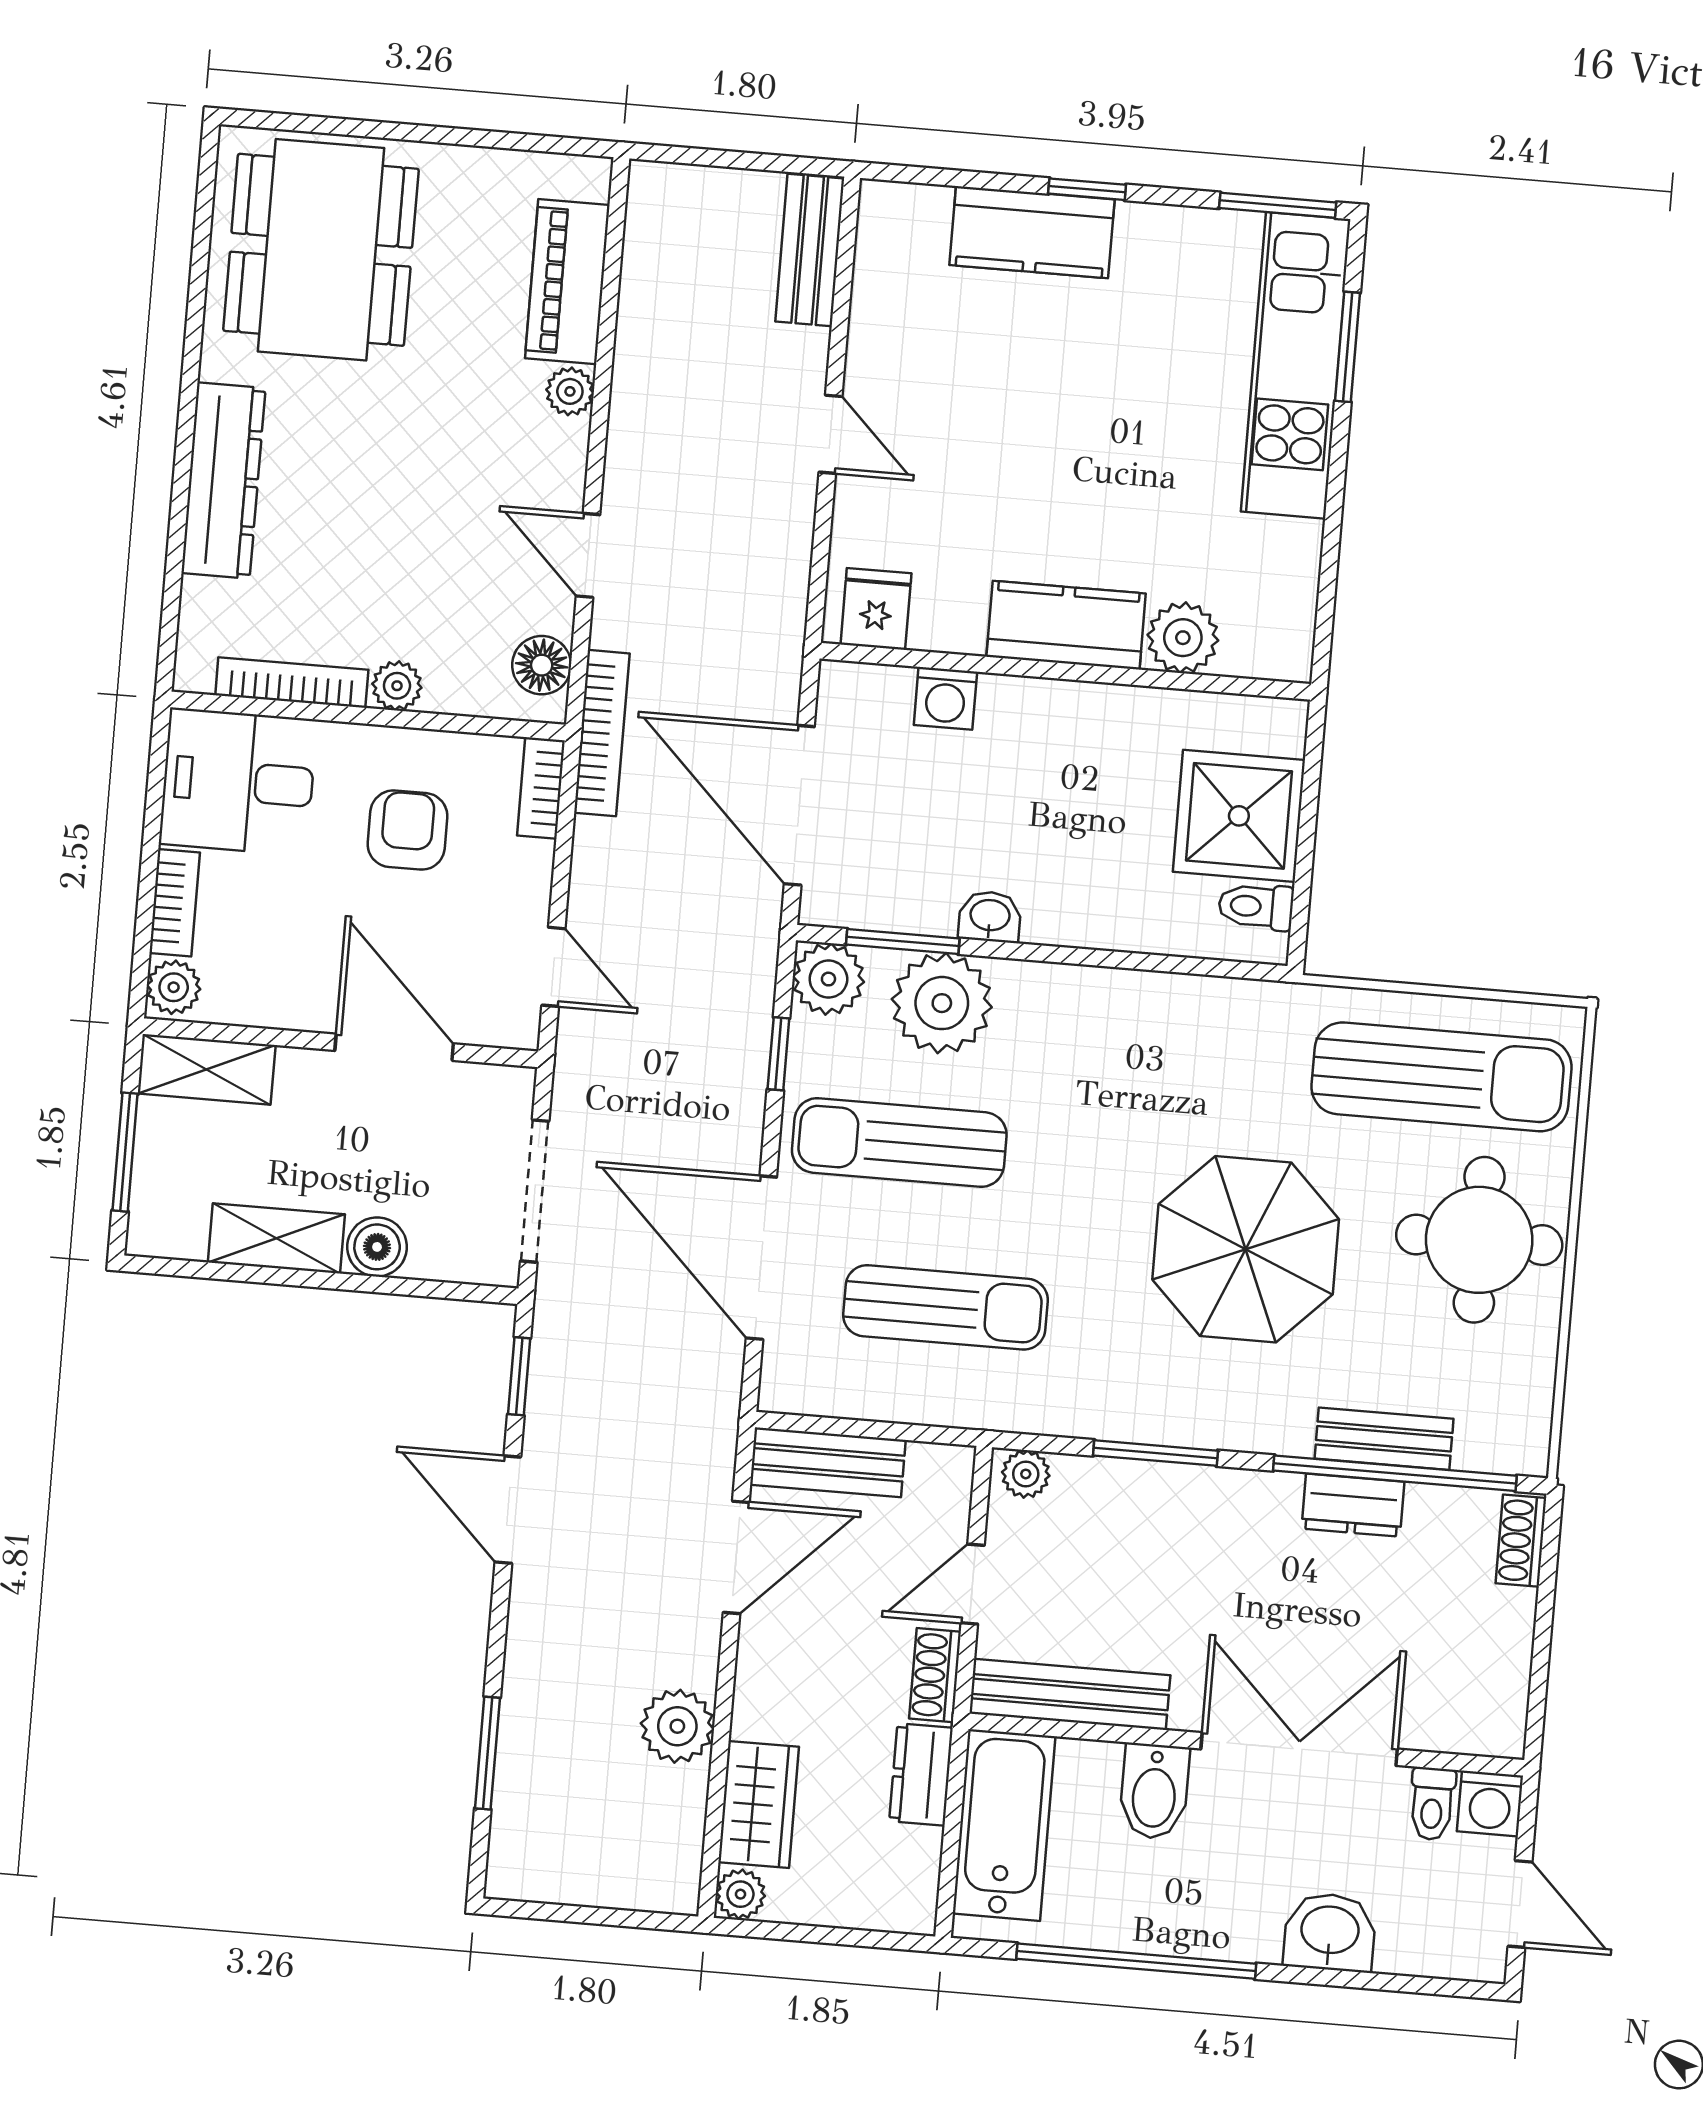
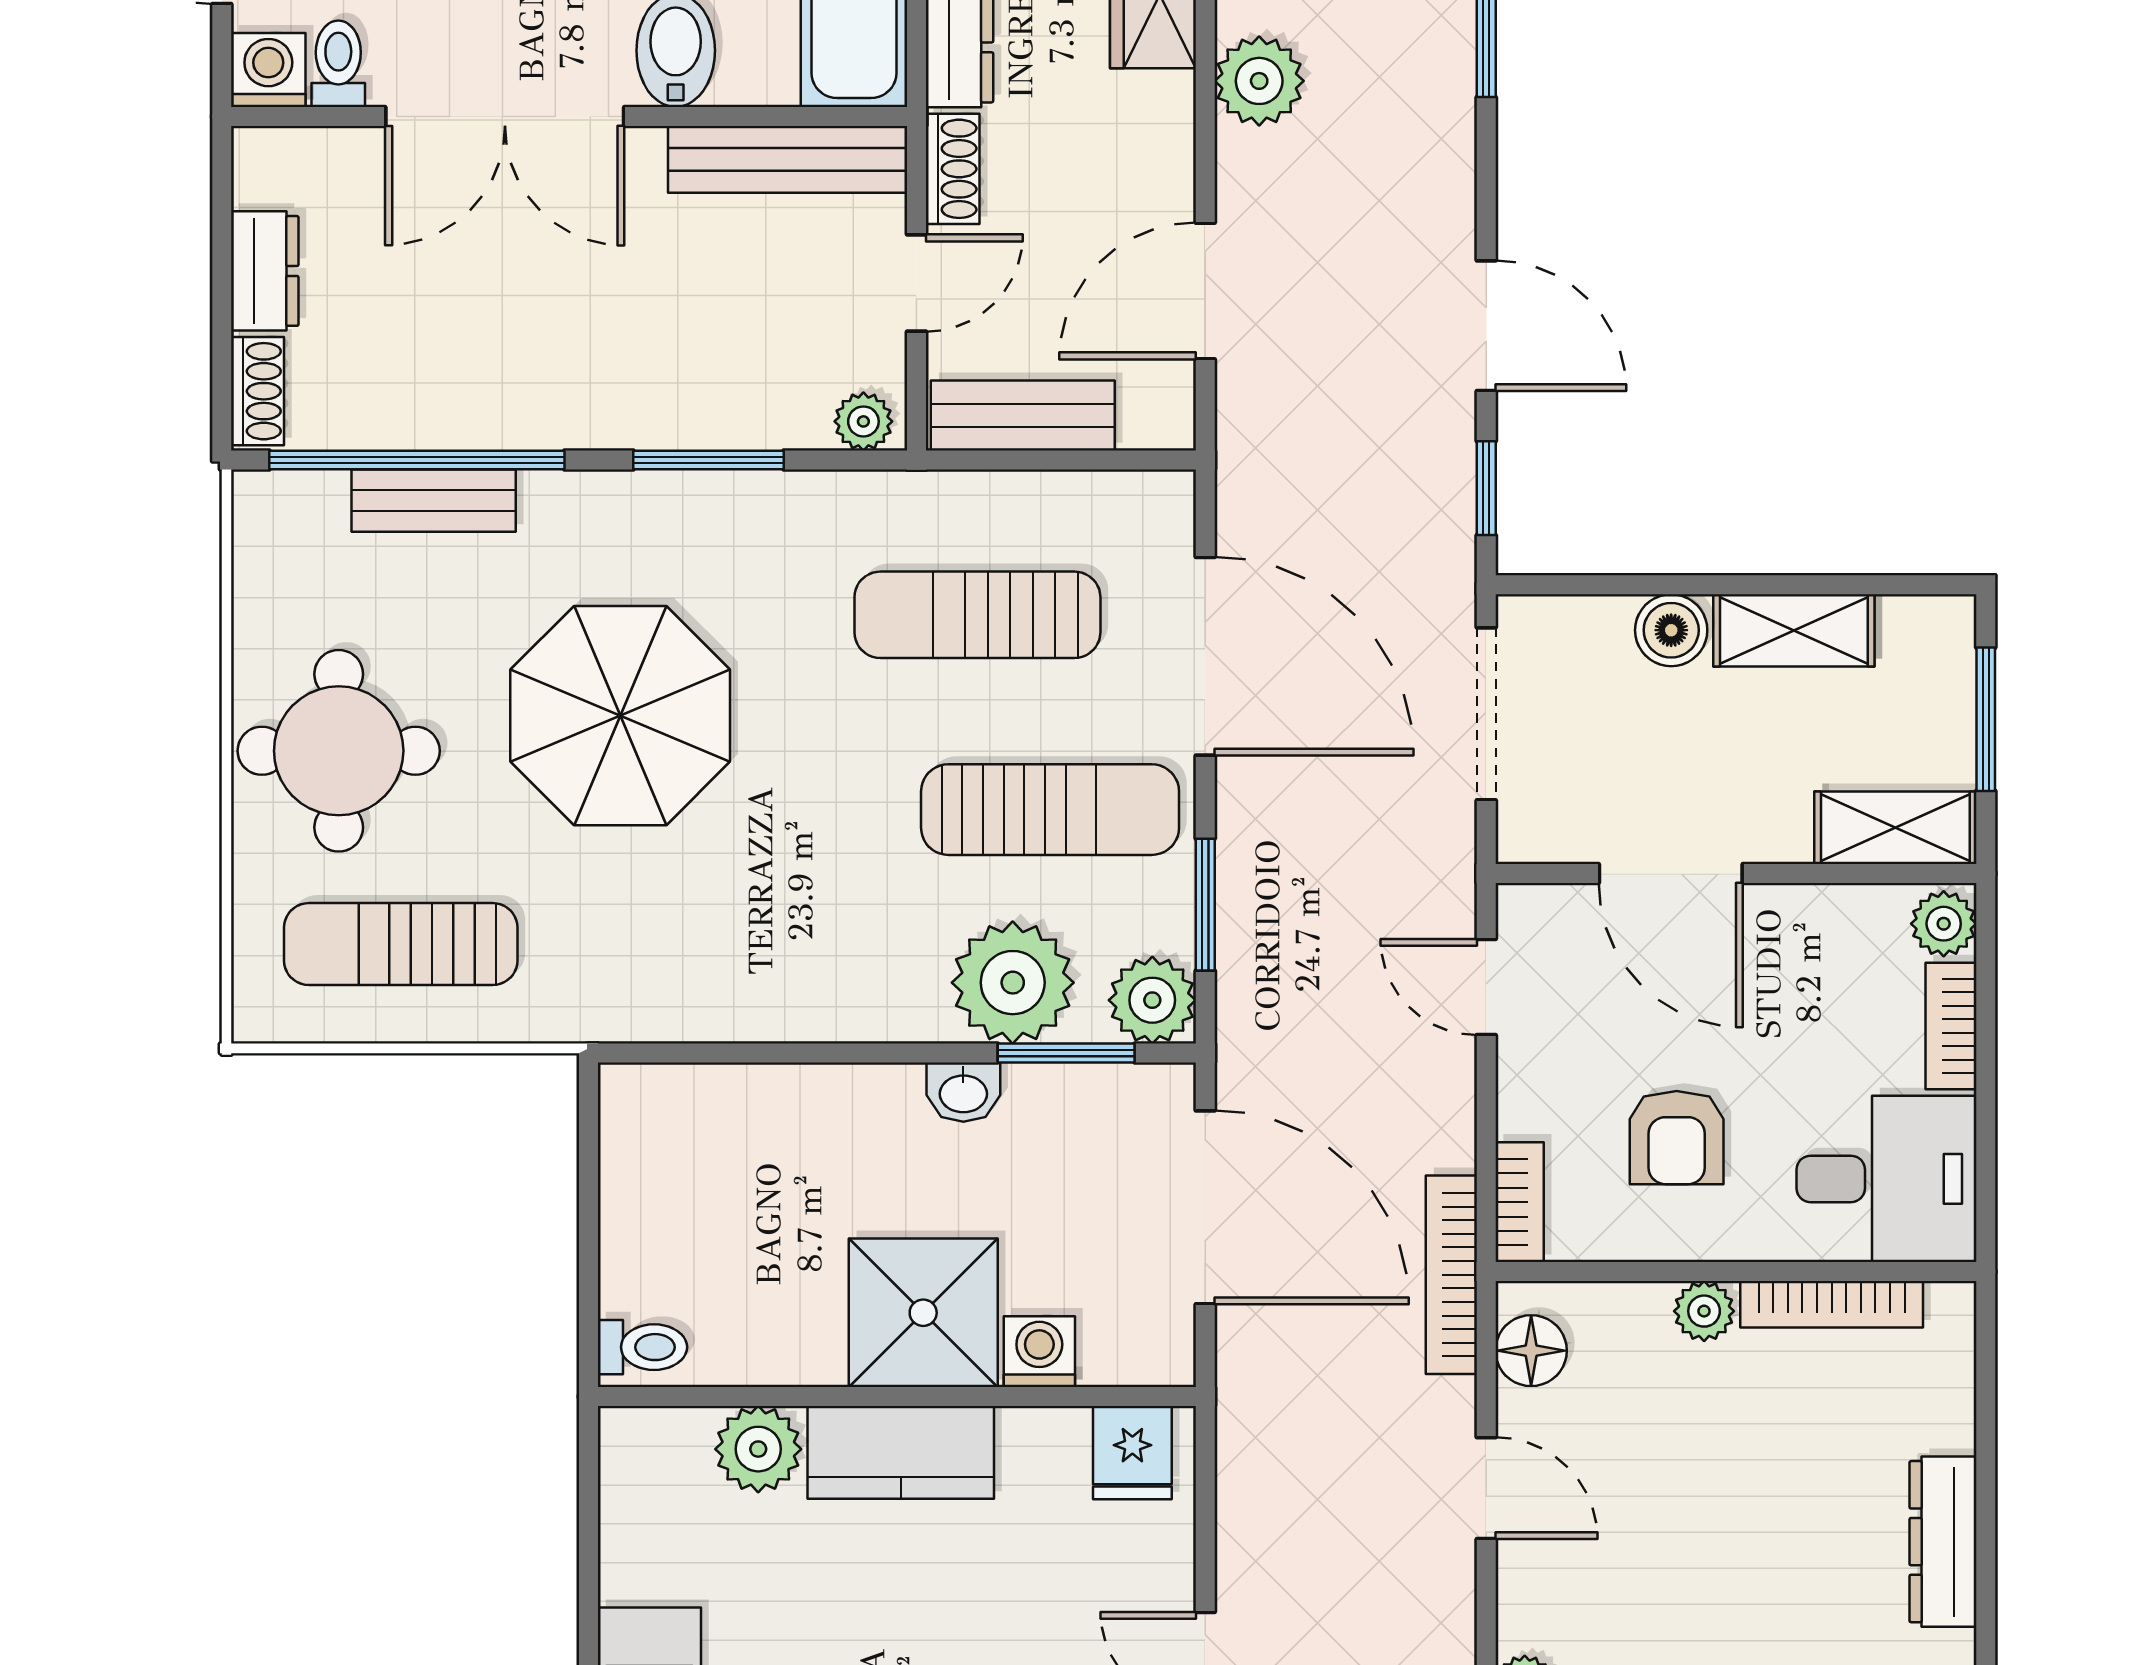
dresser: (223, 481) -> (1943, 1542), width x0.73, depth x0.80
shower: (1239, 816) -> (923, 1313), moved
toilet: (1256, 907) -> (642, 1347), moved
window: (778, 1054) -> (1205, 905), width x1.50
sun lounger: (1441, 1077) -> (401, 944), width x0.73, depth x0.75
bench: (828, 1462) -> (1023, 415), moved
dresser: (1353, 1505) -> (265, 271), moved, turned 90

